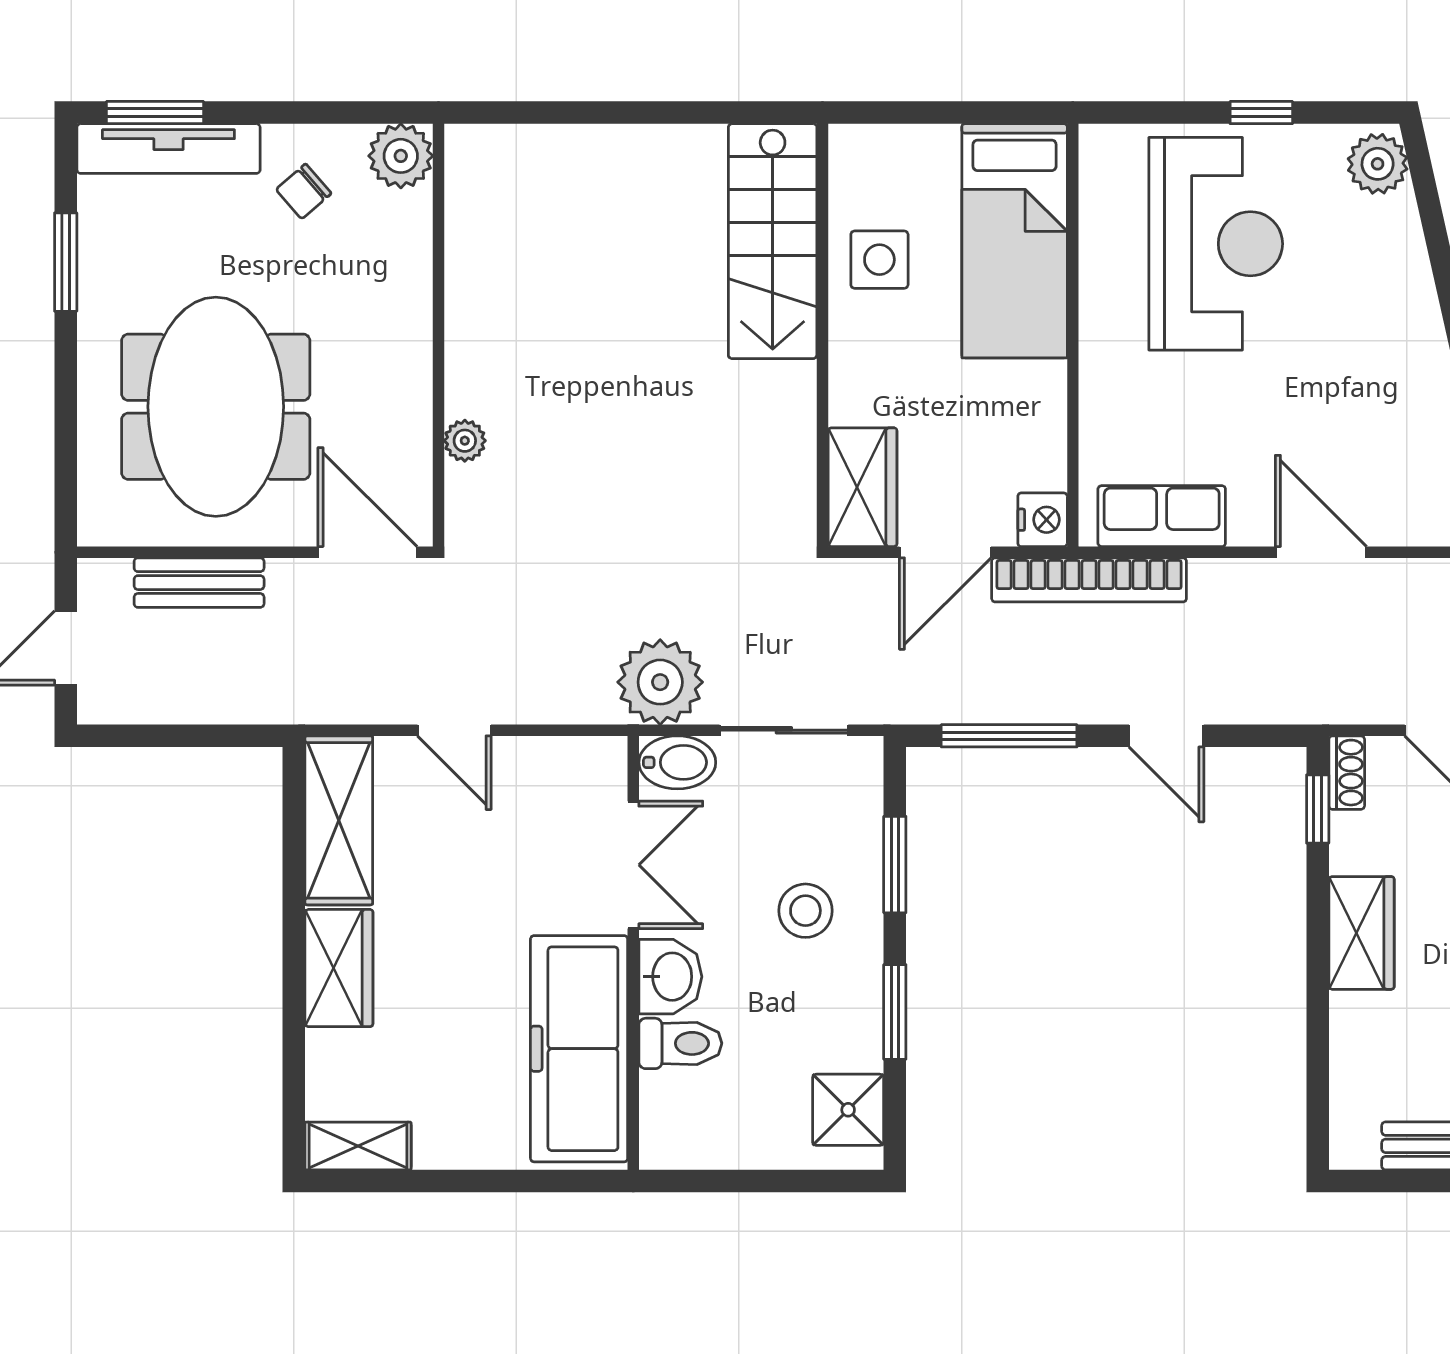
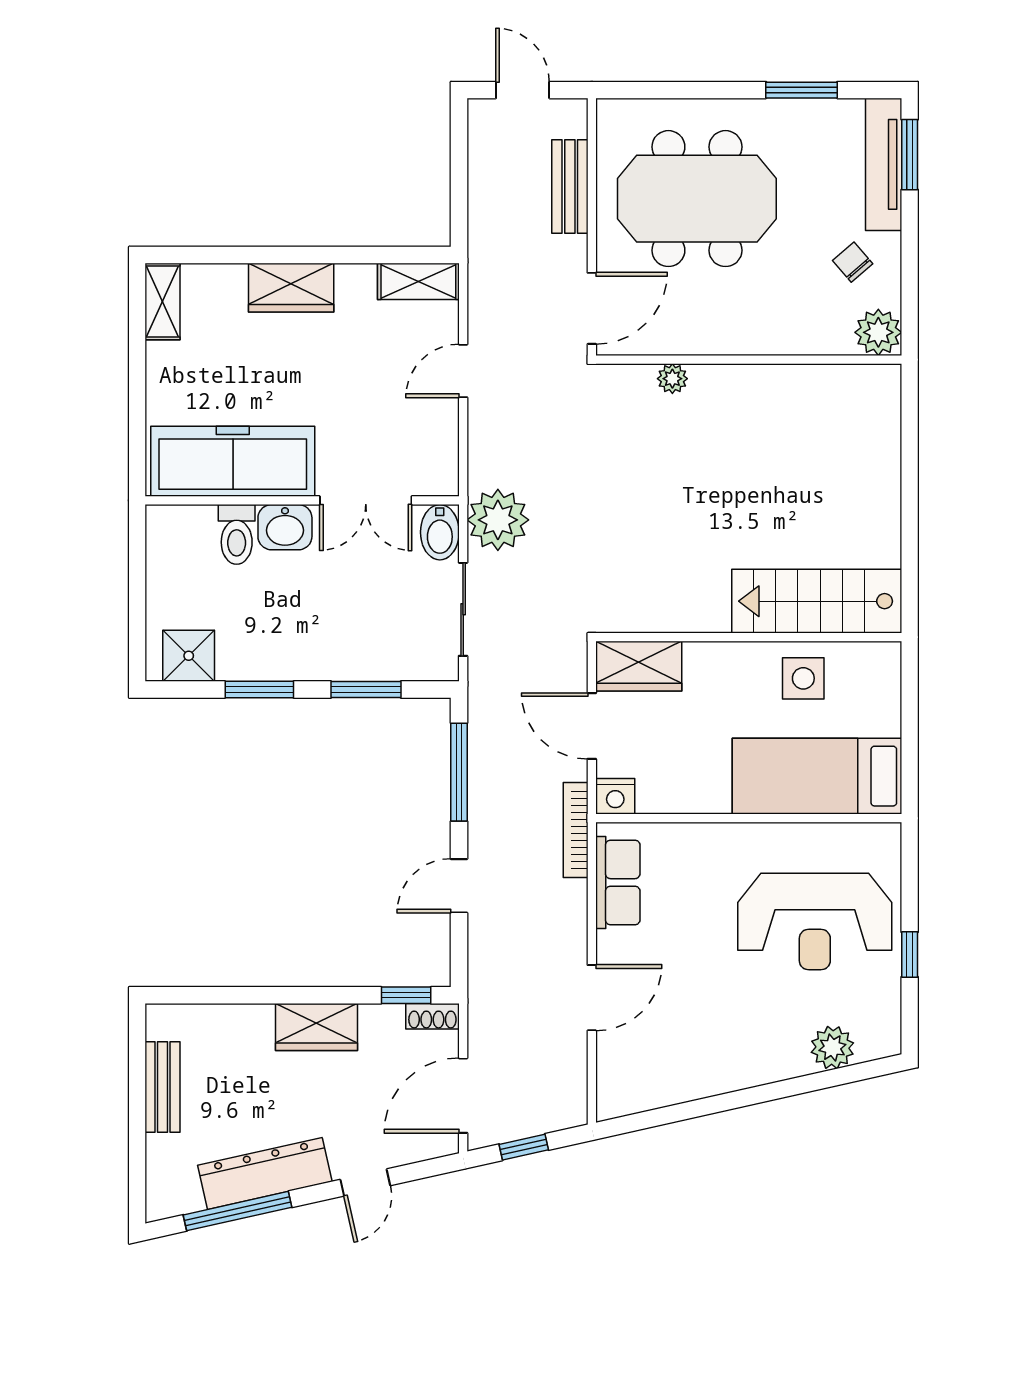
plant: (1378, 164) -> (832, 1048), moved
bookcase: (1089, 580) -> (576, 830), width x0.68, depth x0.76
shelving: (339, 820) -> (418, 281), width x0.67, depth x0.75
stool: (805, 911) -> (333, 625), removed

